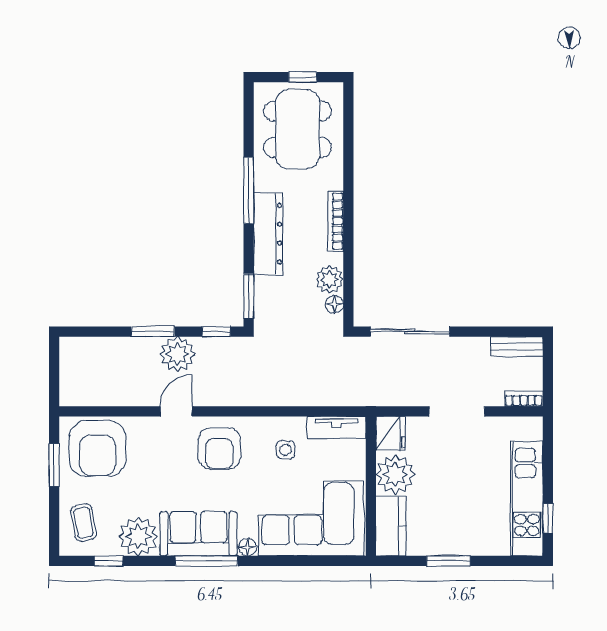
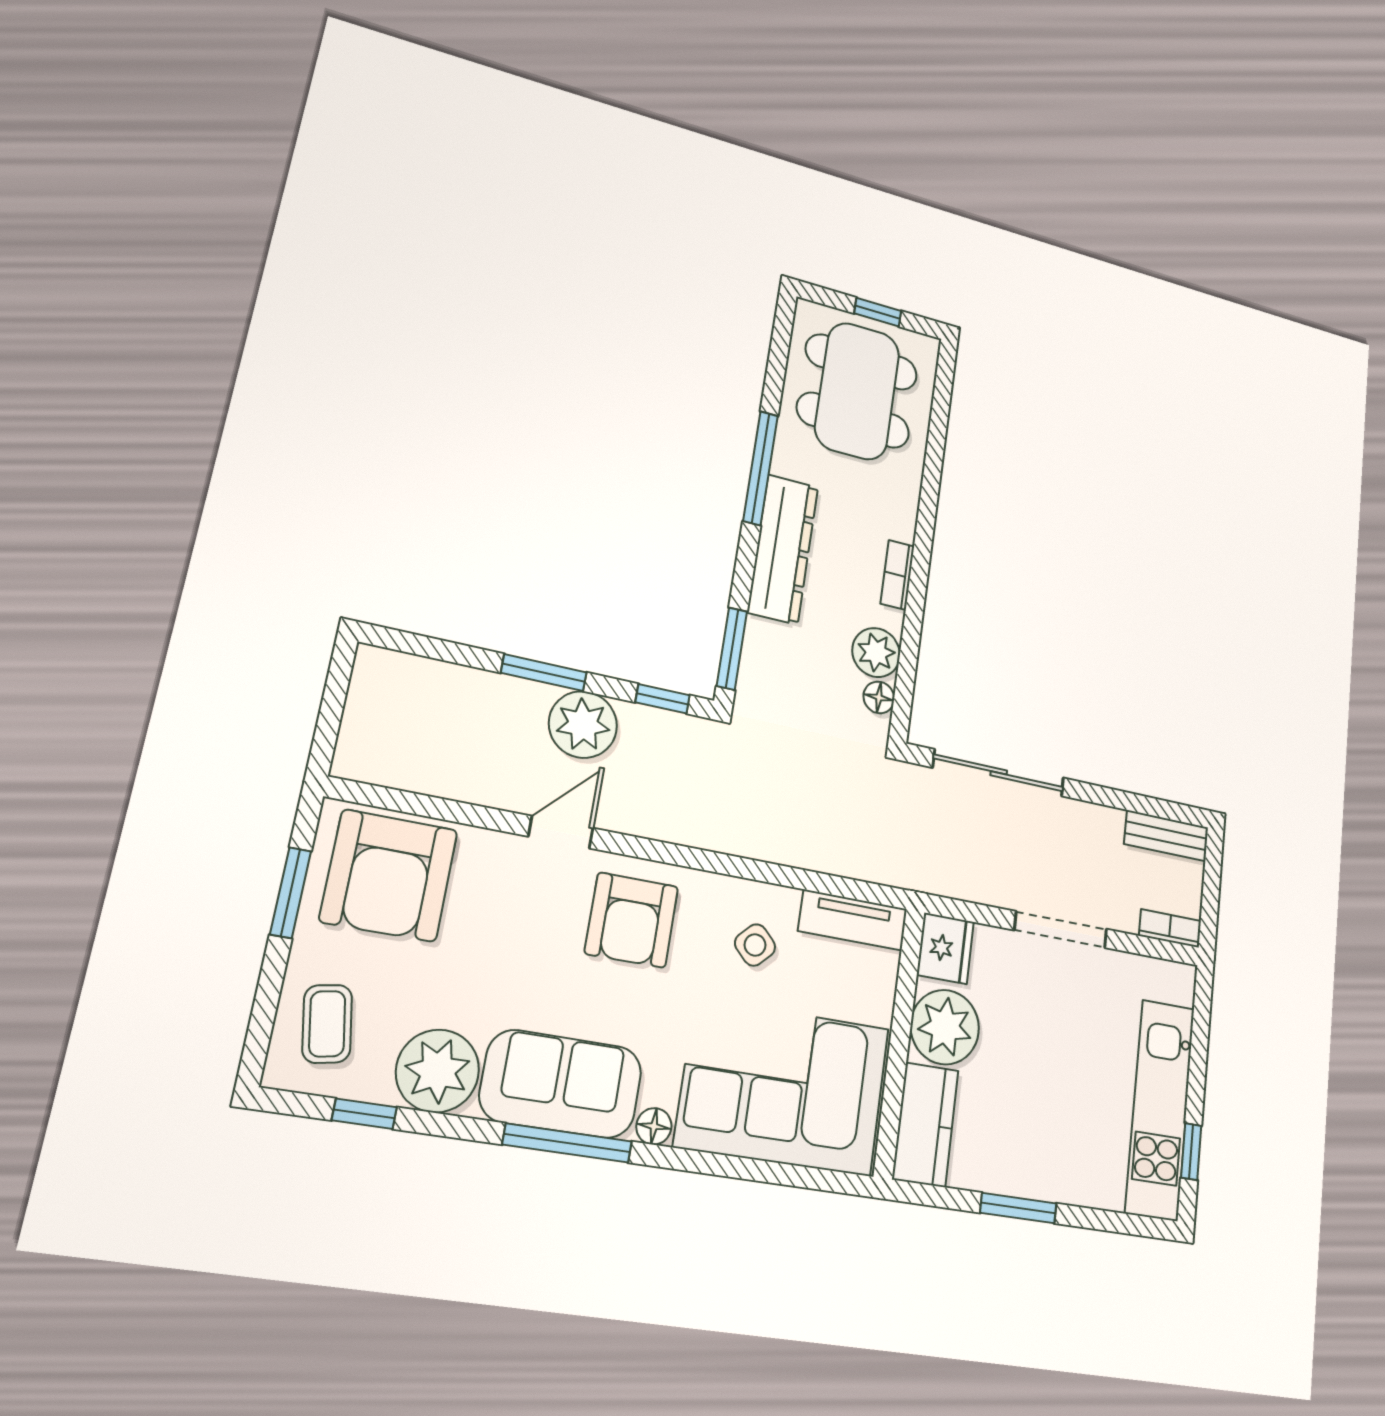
bookcase: (336, 221) -> (897, 575), width x0.64
side table: (285, 450) -> (755, 945), turned 45

